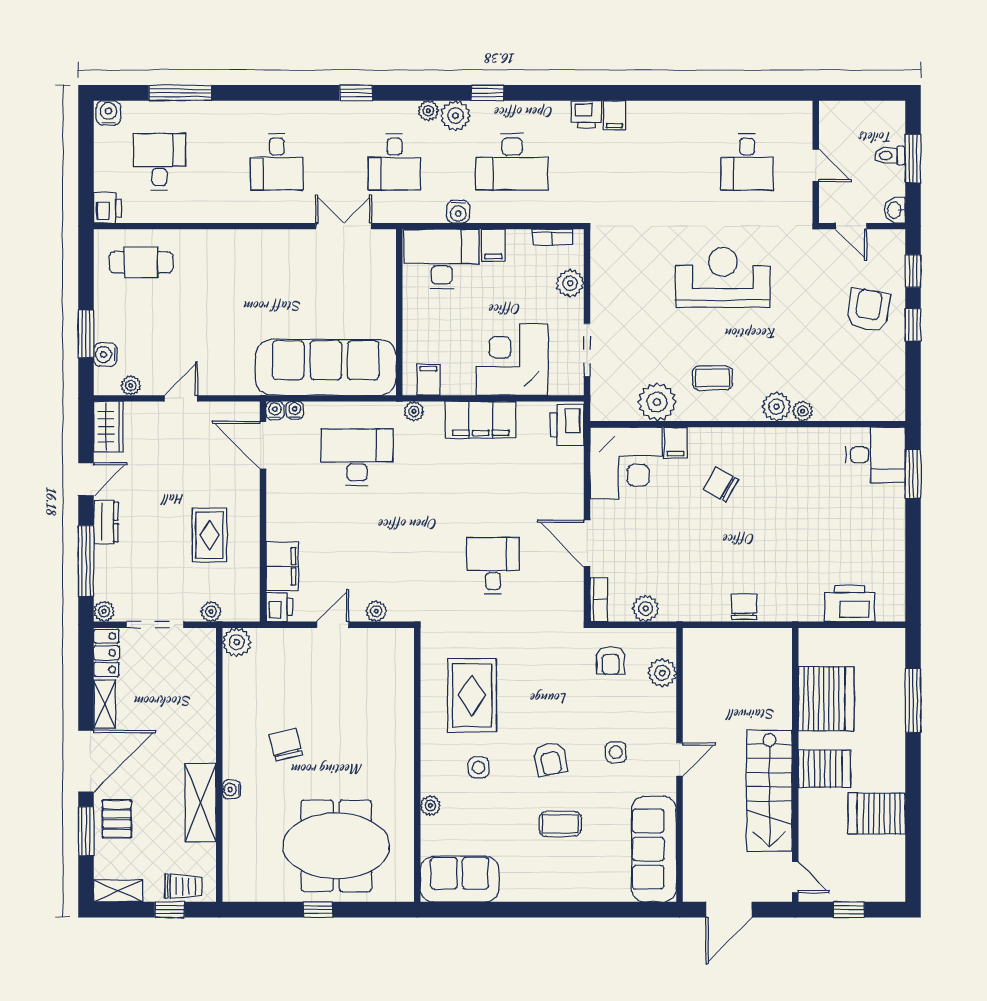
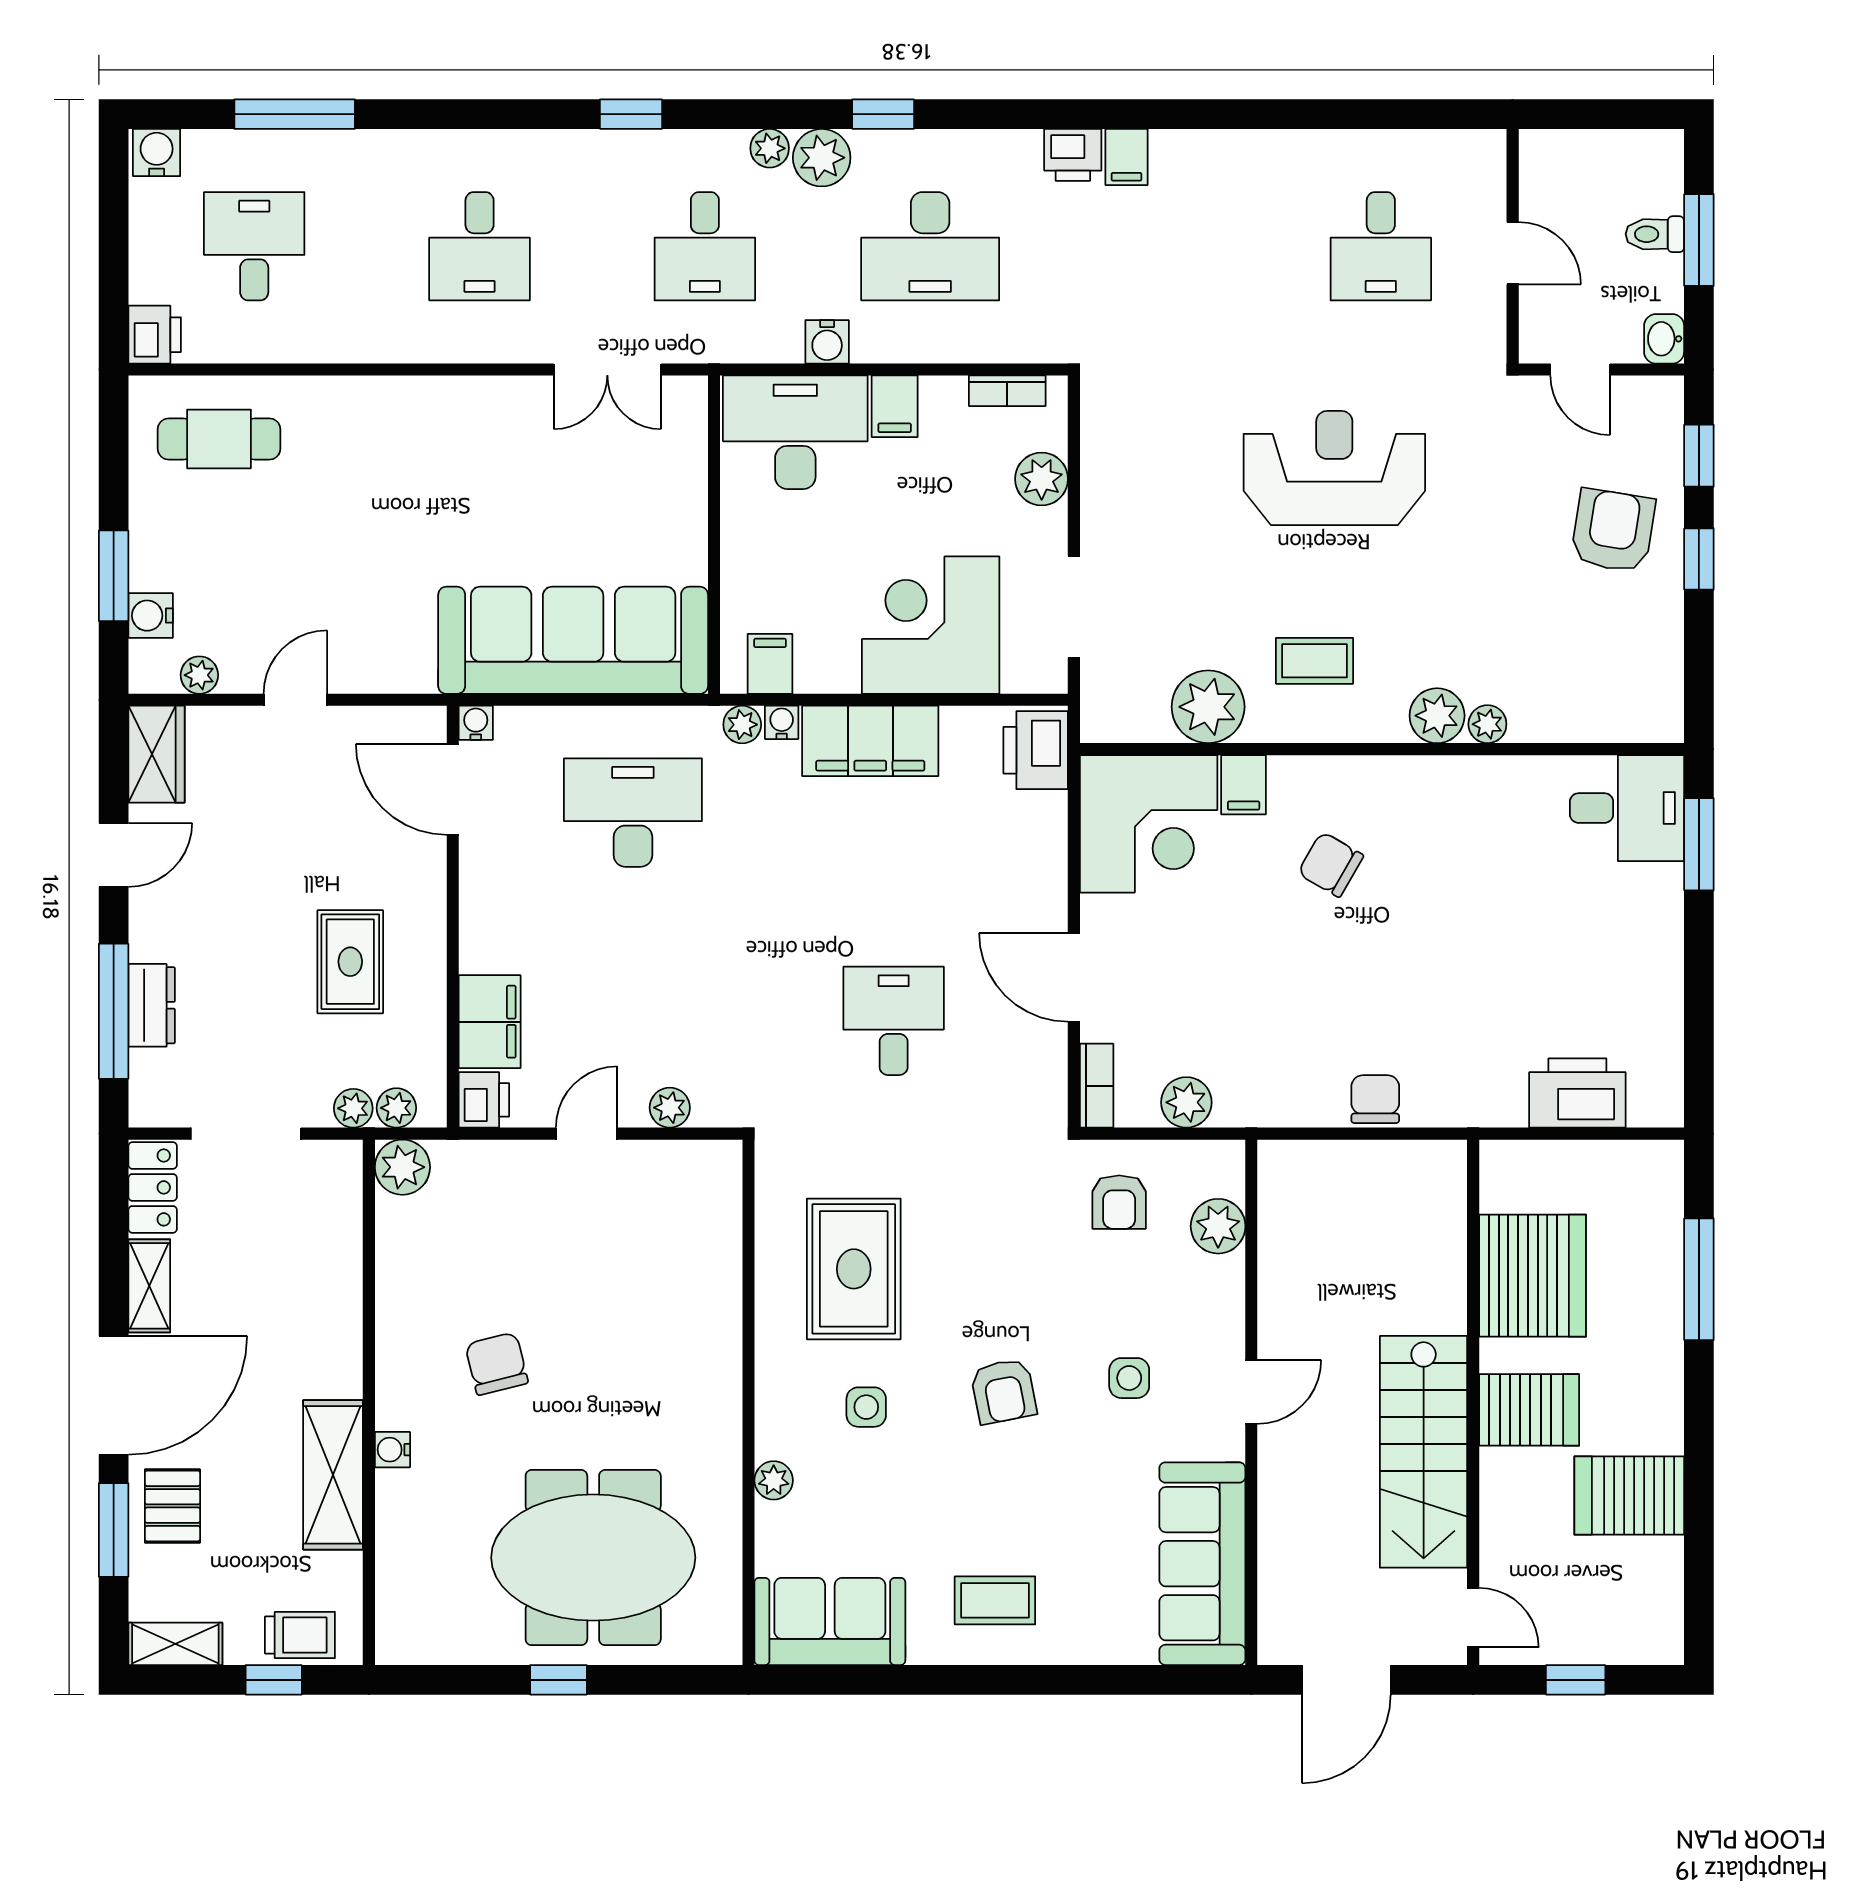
double door: (344, 226) -> (607, 370), swing flipped
water cooler: (295, 410) -> (782, 722), moved
dresser: (106, 522) -> (152, 1005), moved
plant: (104, 611) -> (396, 1108), moved
coffee table: (560, 824) -> (995, 1600), moved

